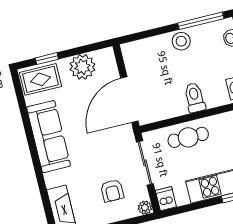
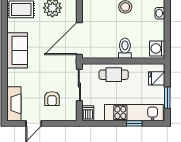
sofa: (49, 137) -> (17, 50), width x0.73
plant: (145, 208) -> (72, 116), removed

